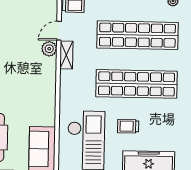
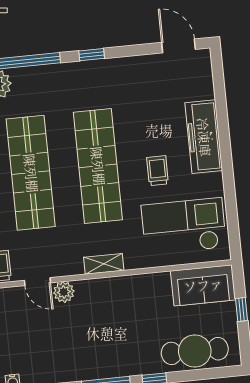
shelving: (66, 55) -> (104, 264), moved
trolley: (128, 126) -> (158, 171), turned 180

